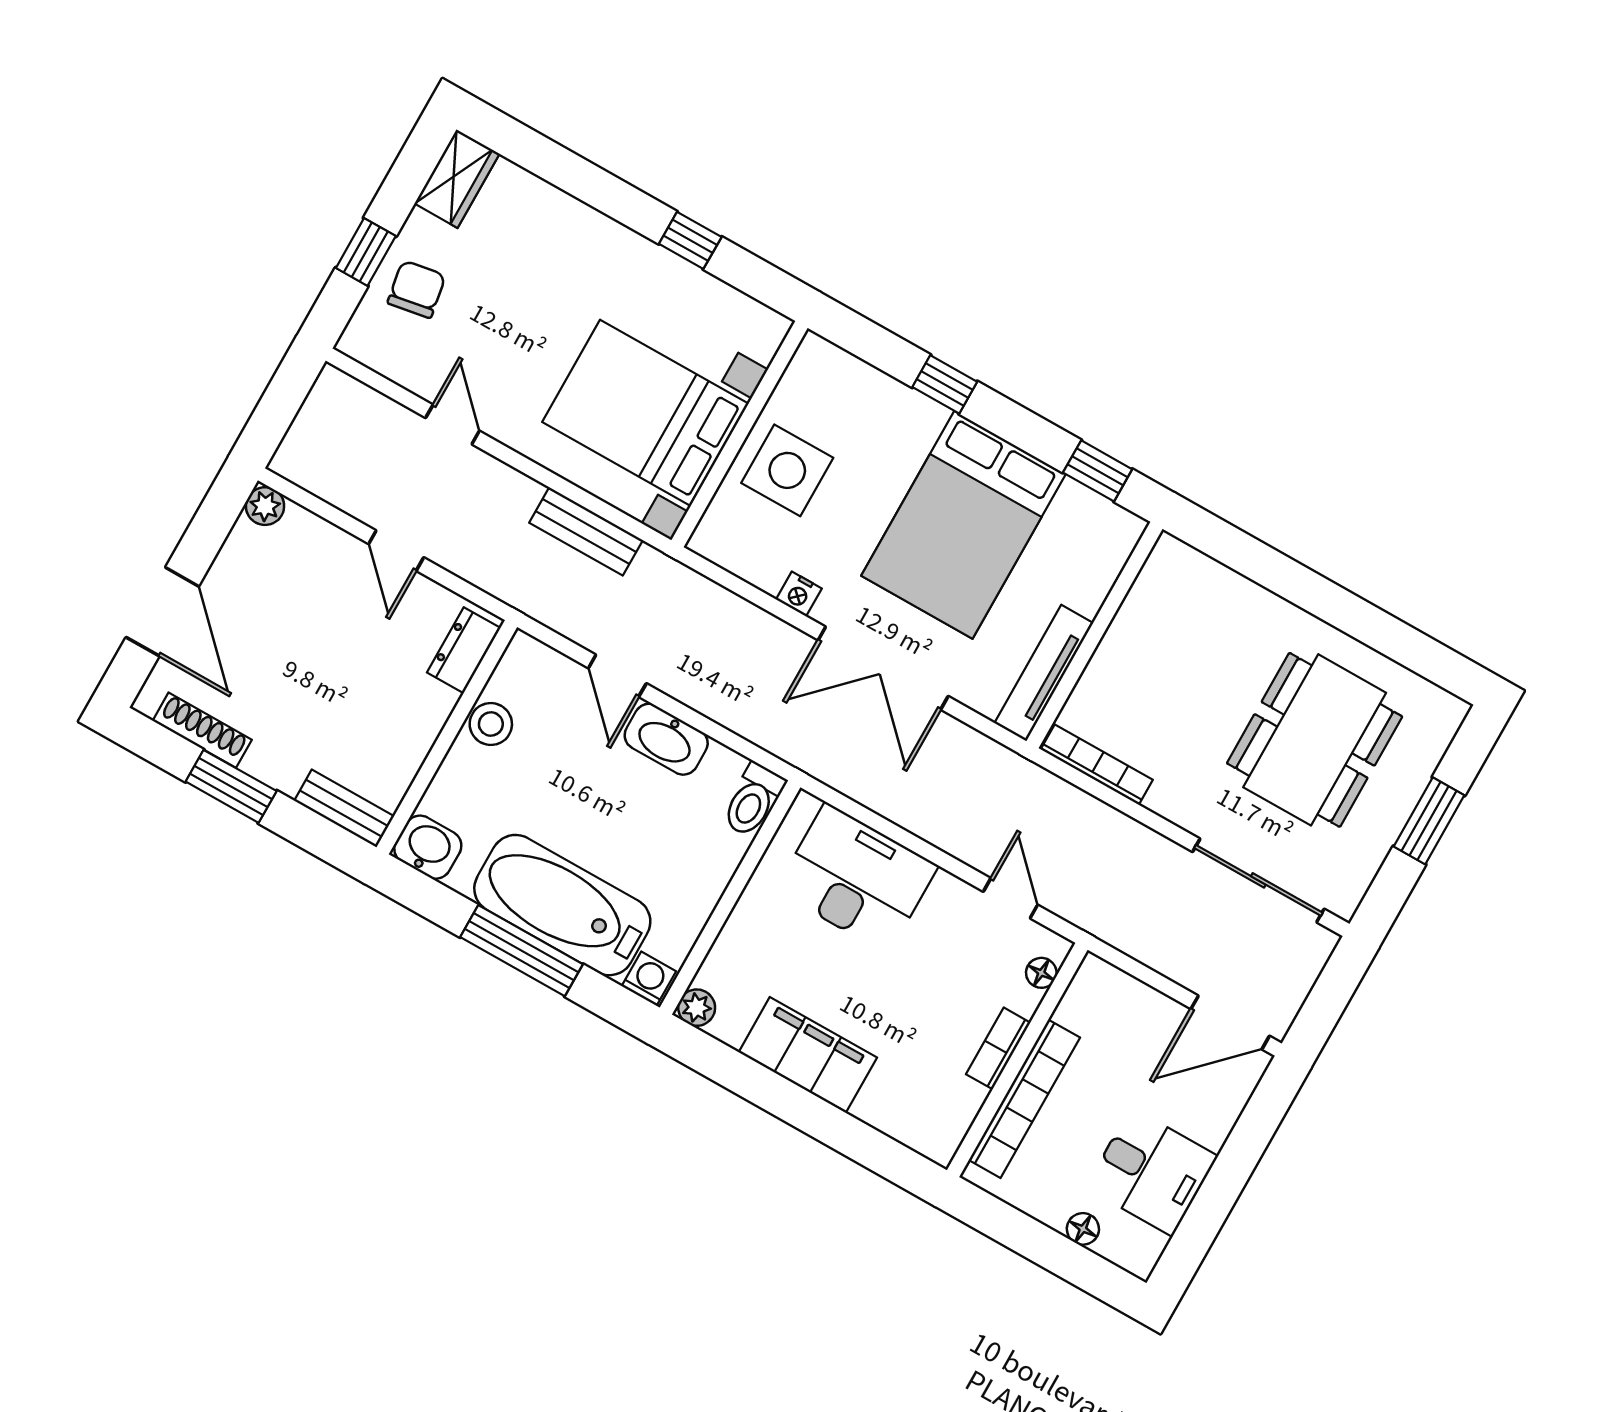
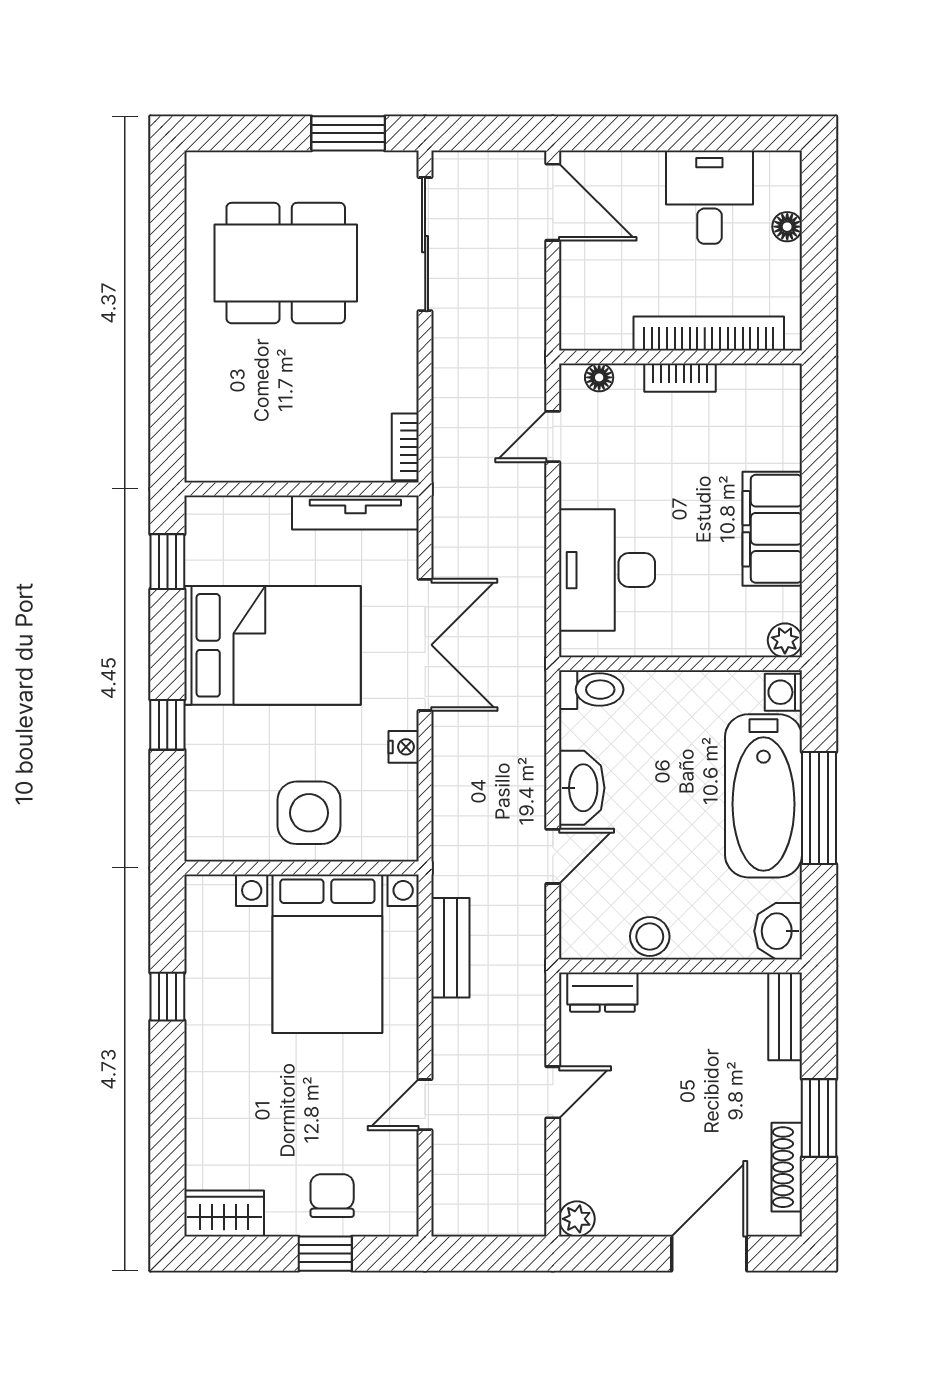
chair: (417, 289) -> (332, 1196), turned 100
bookcase: (1097, 765) -> (405, 447), width x0.64
window: (1429, 821) -> (348, 133), moved

